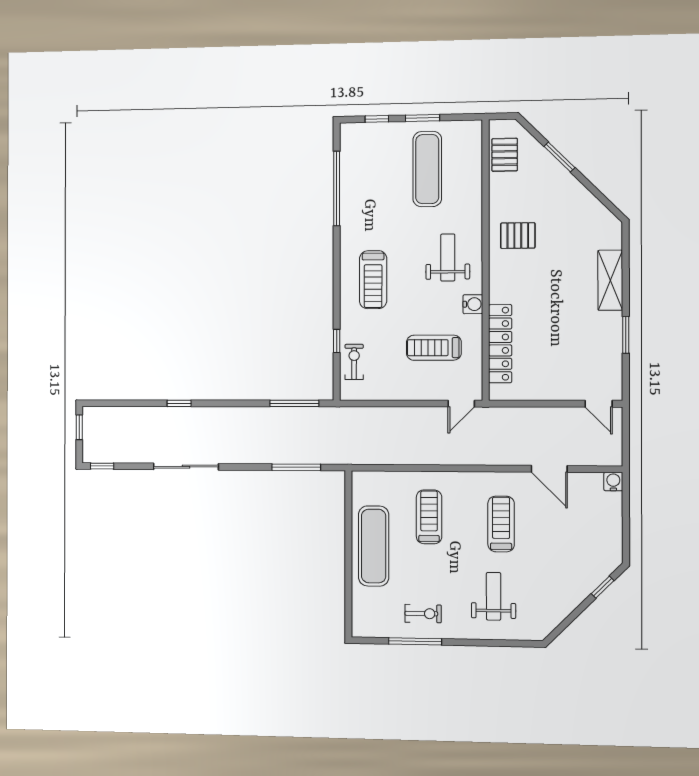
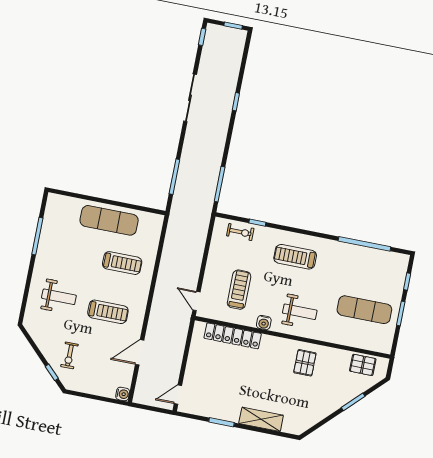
exercise bike: (423, 614) -> (69, 355), moved

